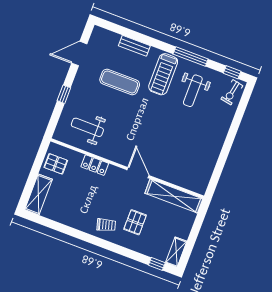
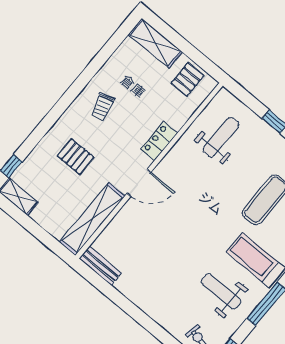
locker: (95, 165) -> (159, 141), moved
bench: (204, 179) -> (100, 266), added
trolley: (106, 225) -> (102, 107), moved

